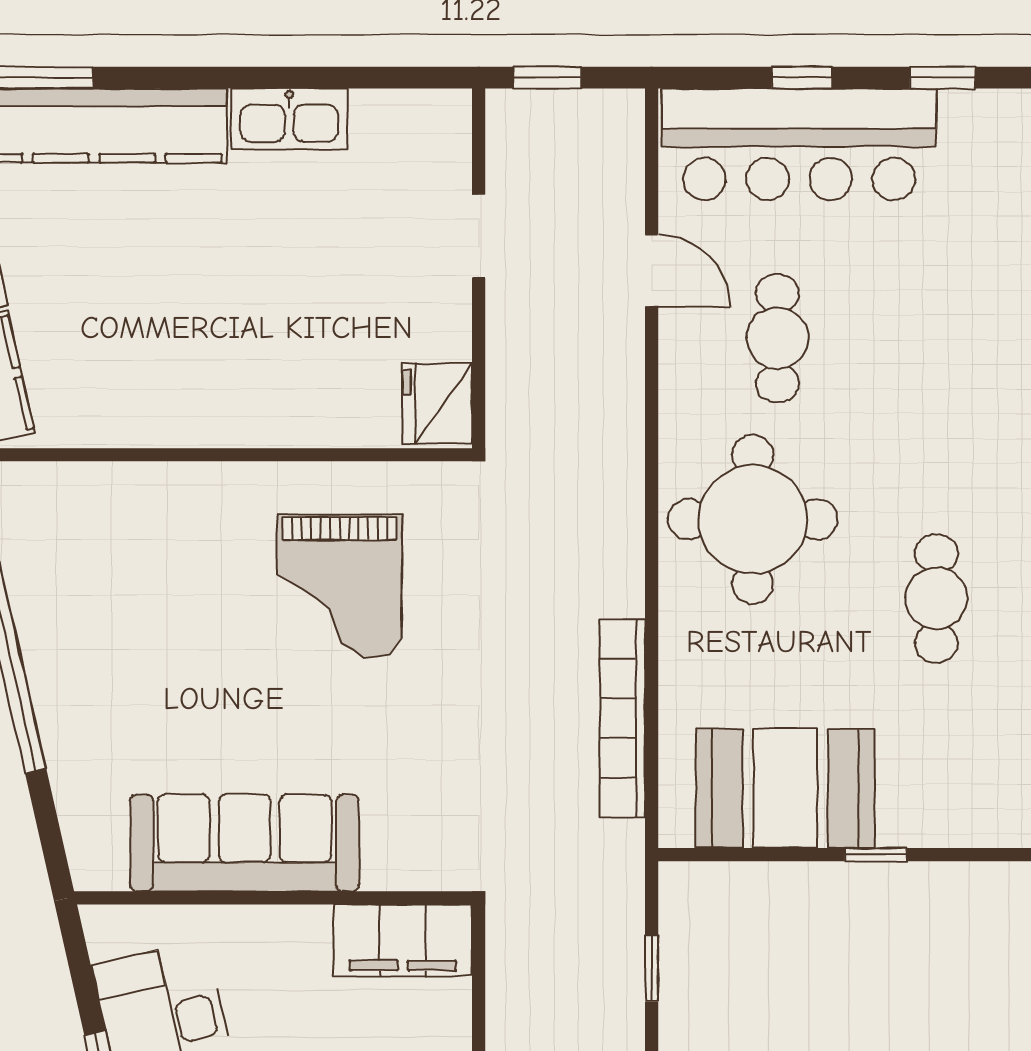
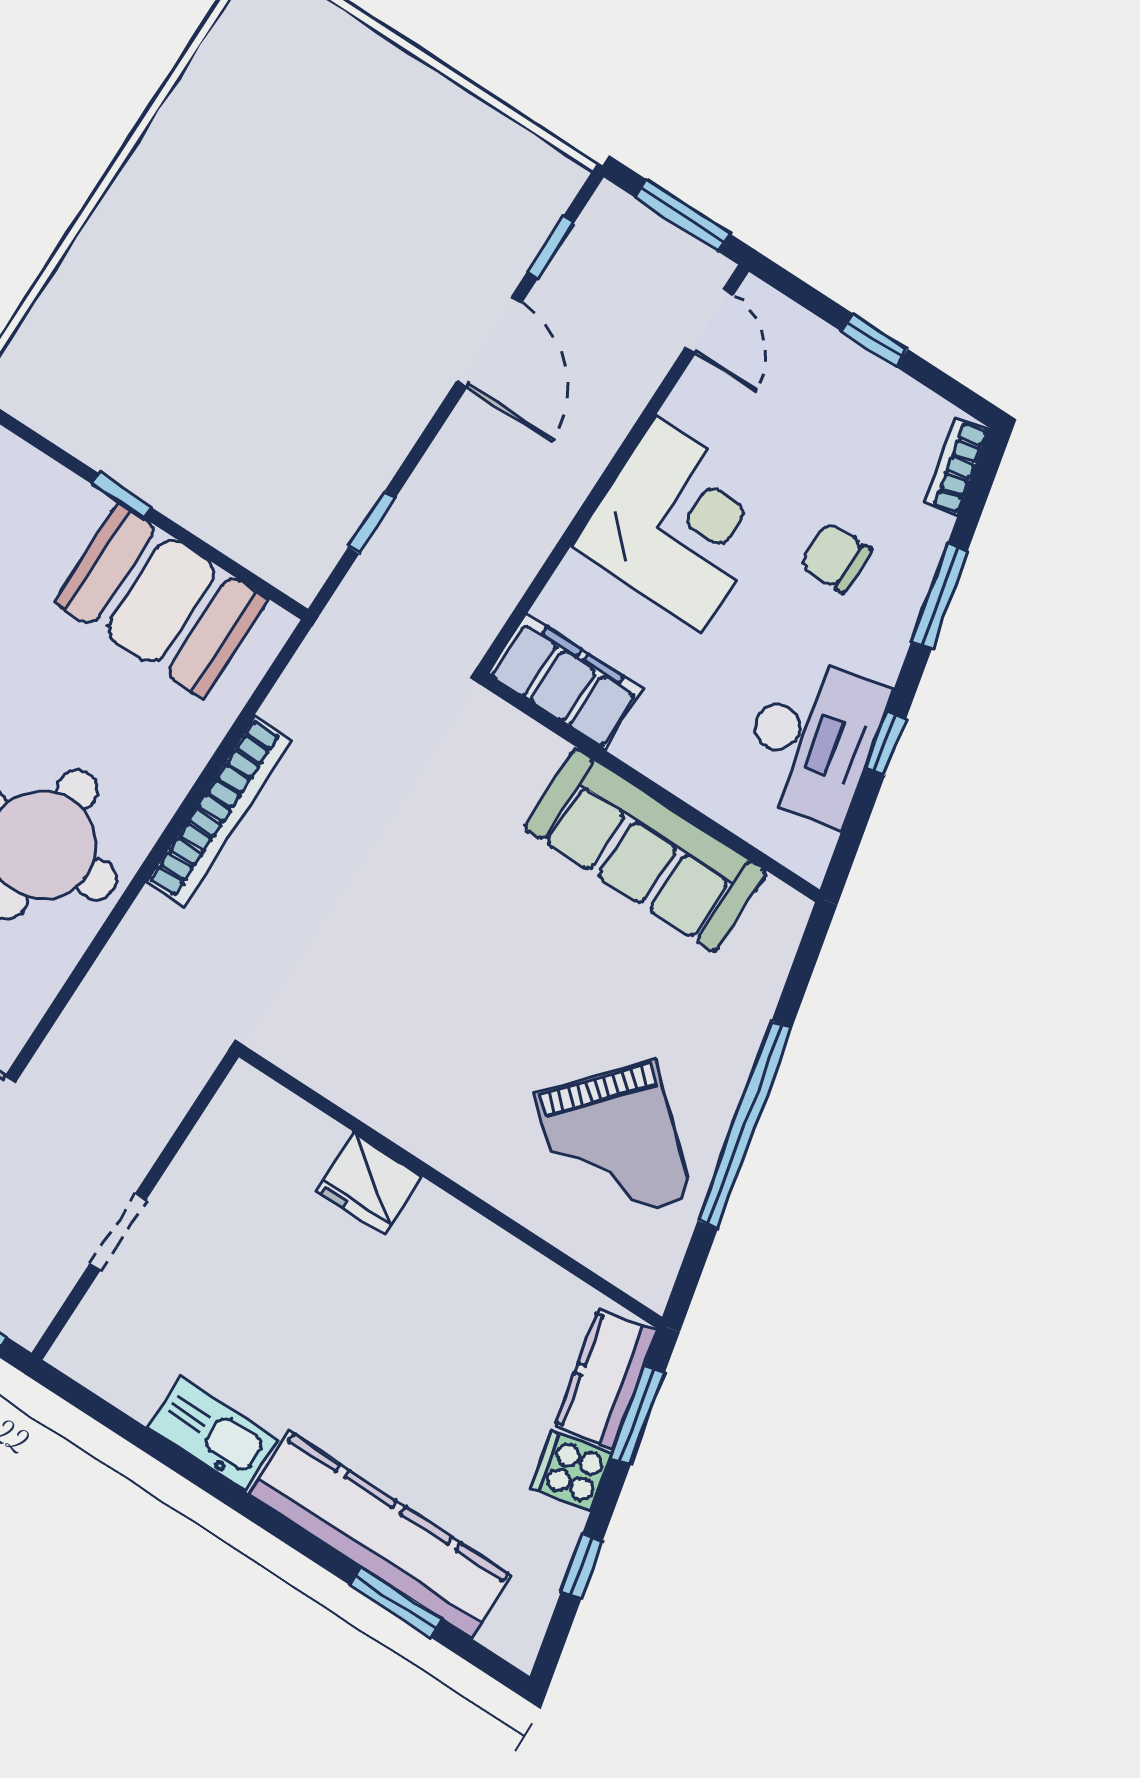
fridge: (437, 403) -> (369, 1183), moved, turned 90
grand piano: (340, 586) -> (614, 1145), moved, turned 131
bookcase: (623, 718) -> (219, 811), moved

